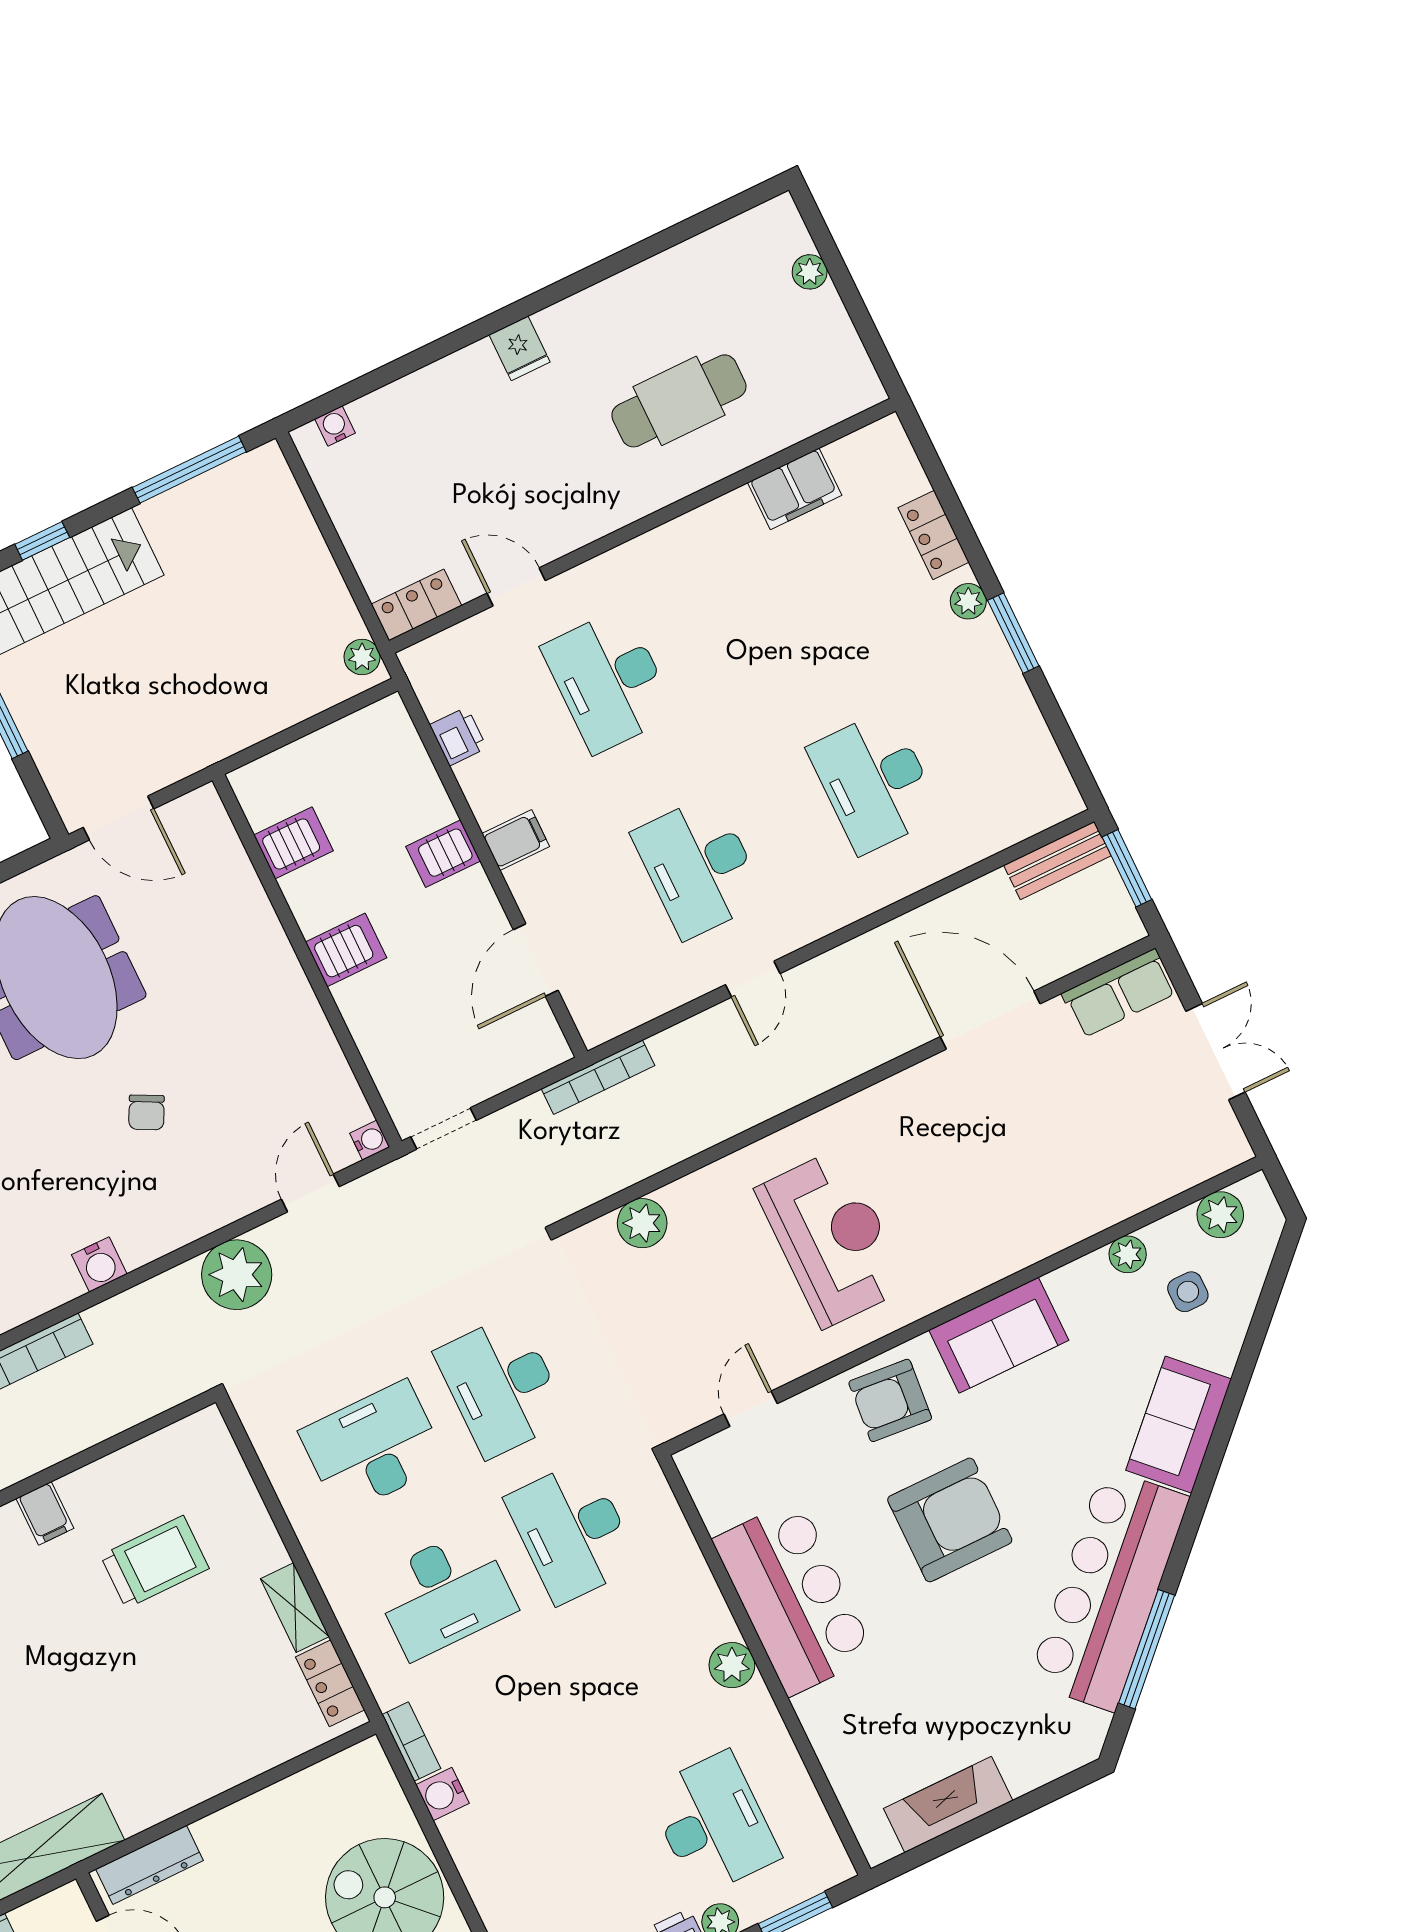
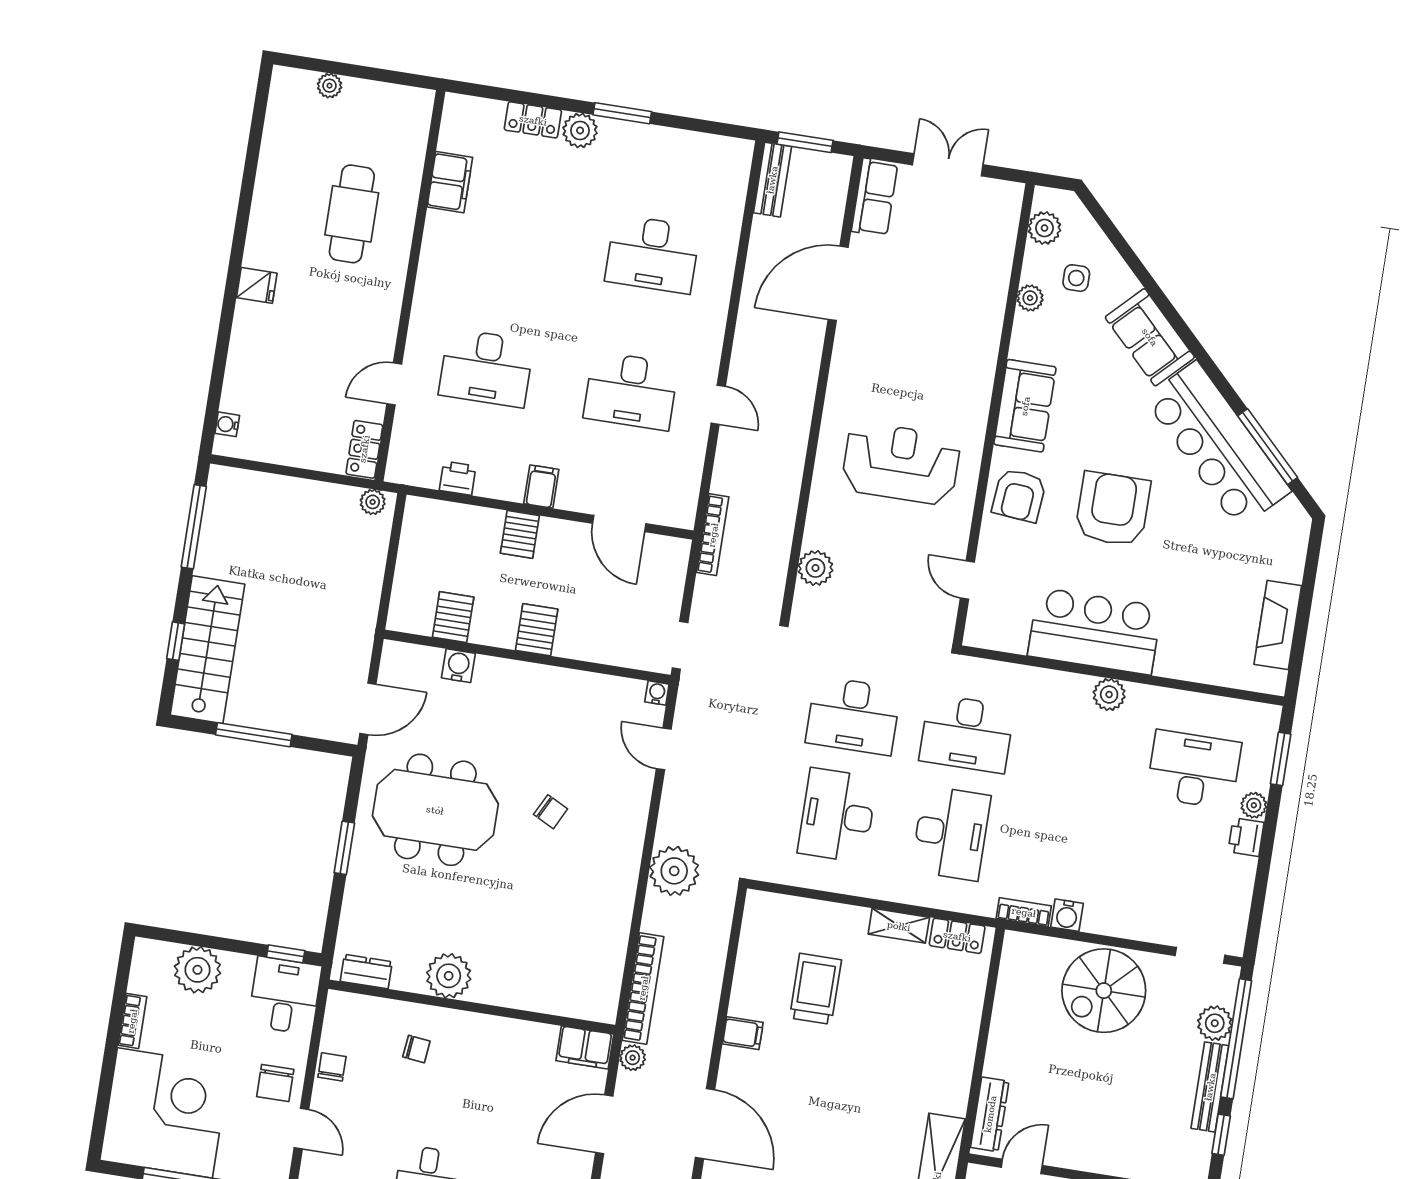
plant: (968, 601) -> (580, 130), width x1.38, depth x1.38
water cooler: (99, 1264) -> (458, 666), moved, turned -90
plant: (237, 1275) -> (674, 871), moved

